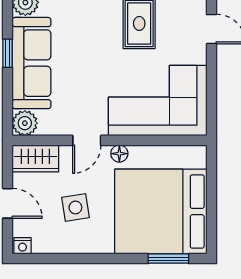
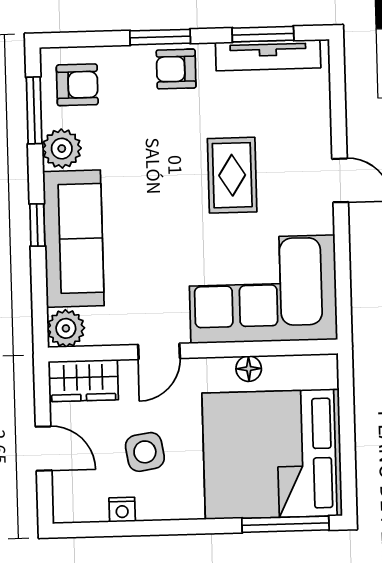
floor lamp: (119, 154) -> (249, 369), moved
nightstand: (22, 246) -> (122, 510), moved
window: (168, 259) -> (285, 524), width x1.44

